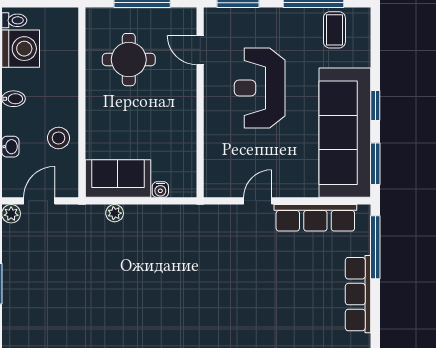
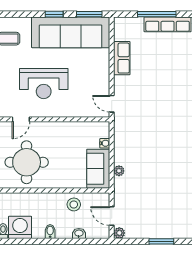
round table: (129, 60) -> (27, 162), width x1.36, depth x1.36
door: (258, 201) -> (112, 104), moved
row of seats: (315, 218) -> (122, 58), width x0.68
window: (375, 247) -> (157, 14), moved

